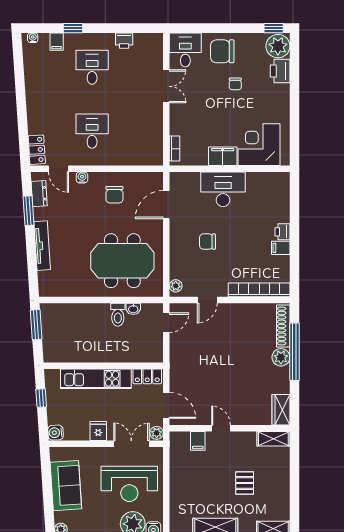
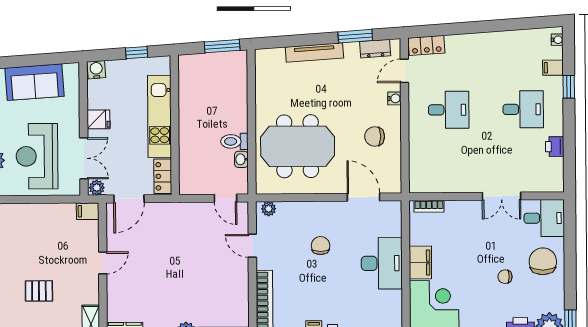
meeting table: (122, 261) -> (298, 146), turned 90
filing cabinet: (198, 441) -> (88, 211), moved

